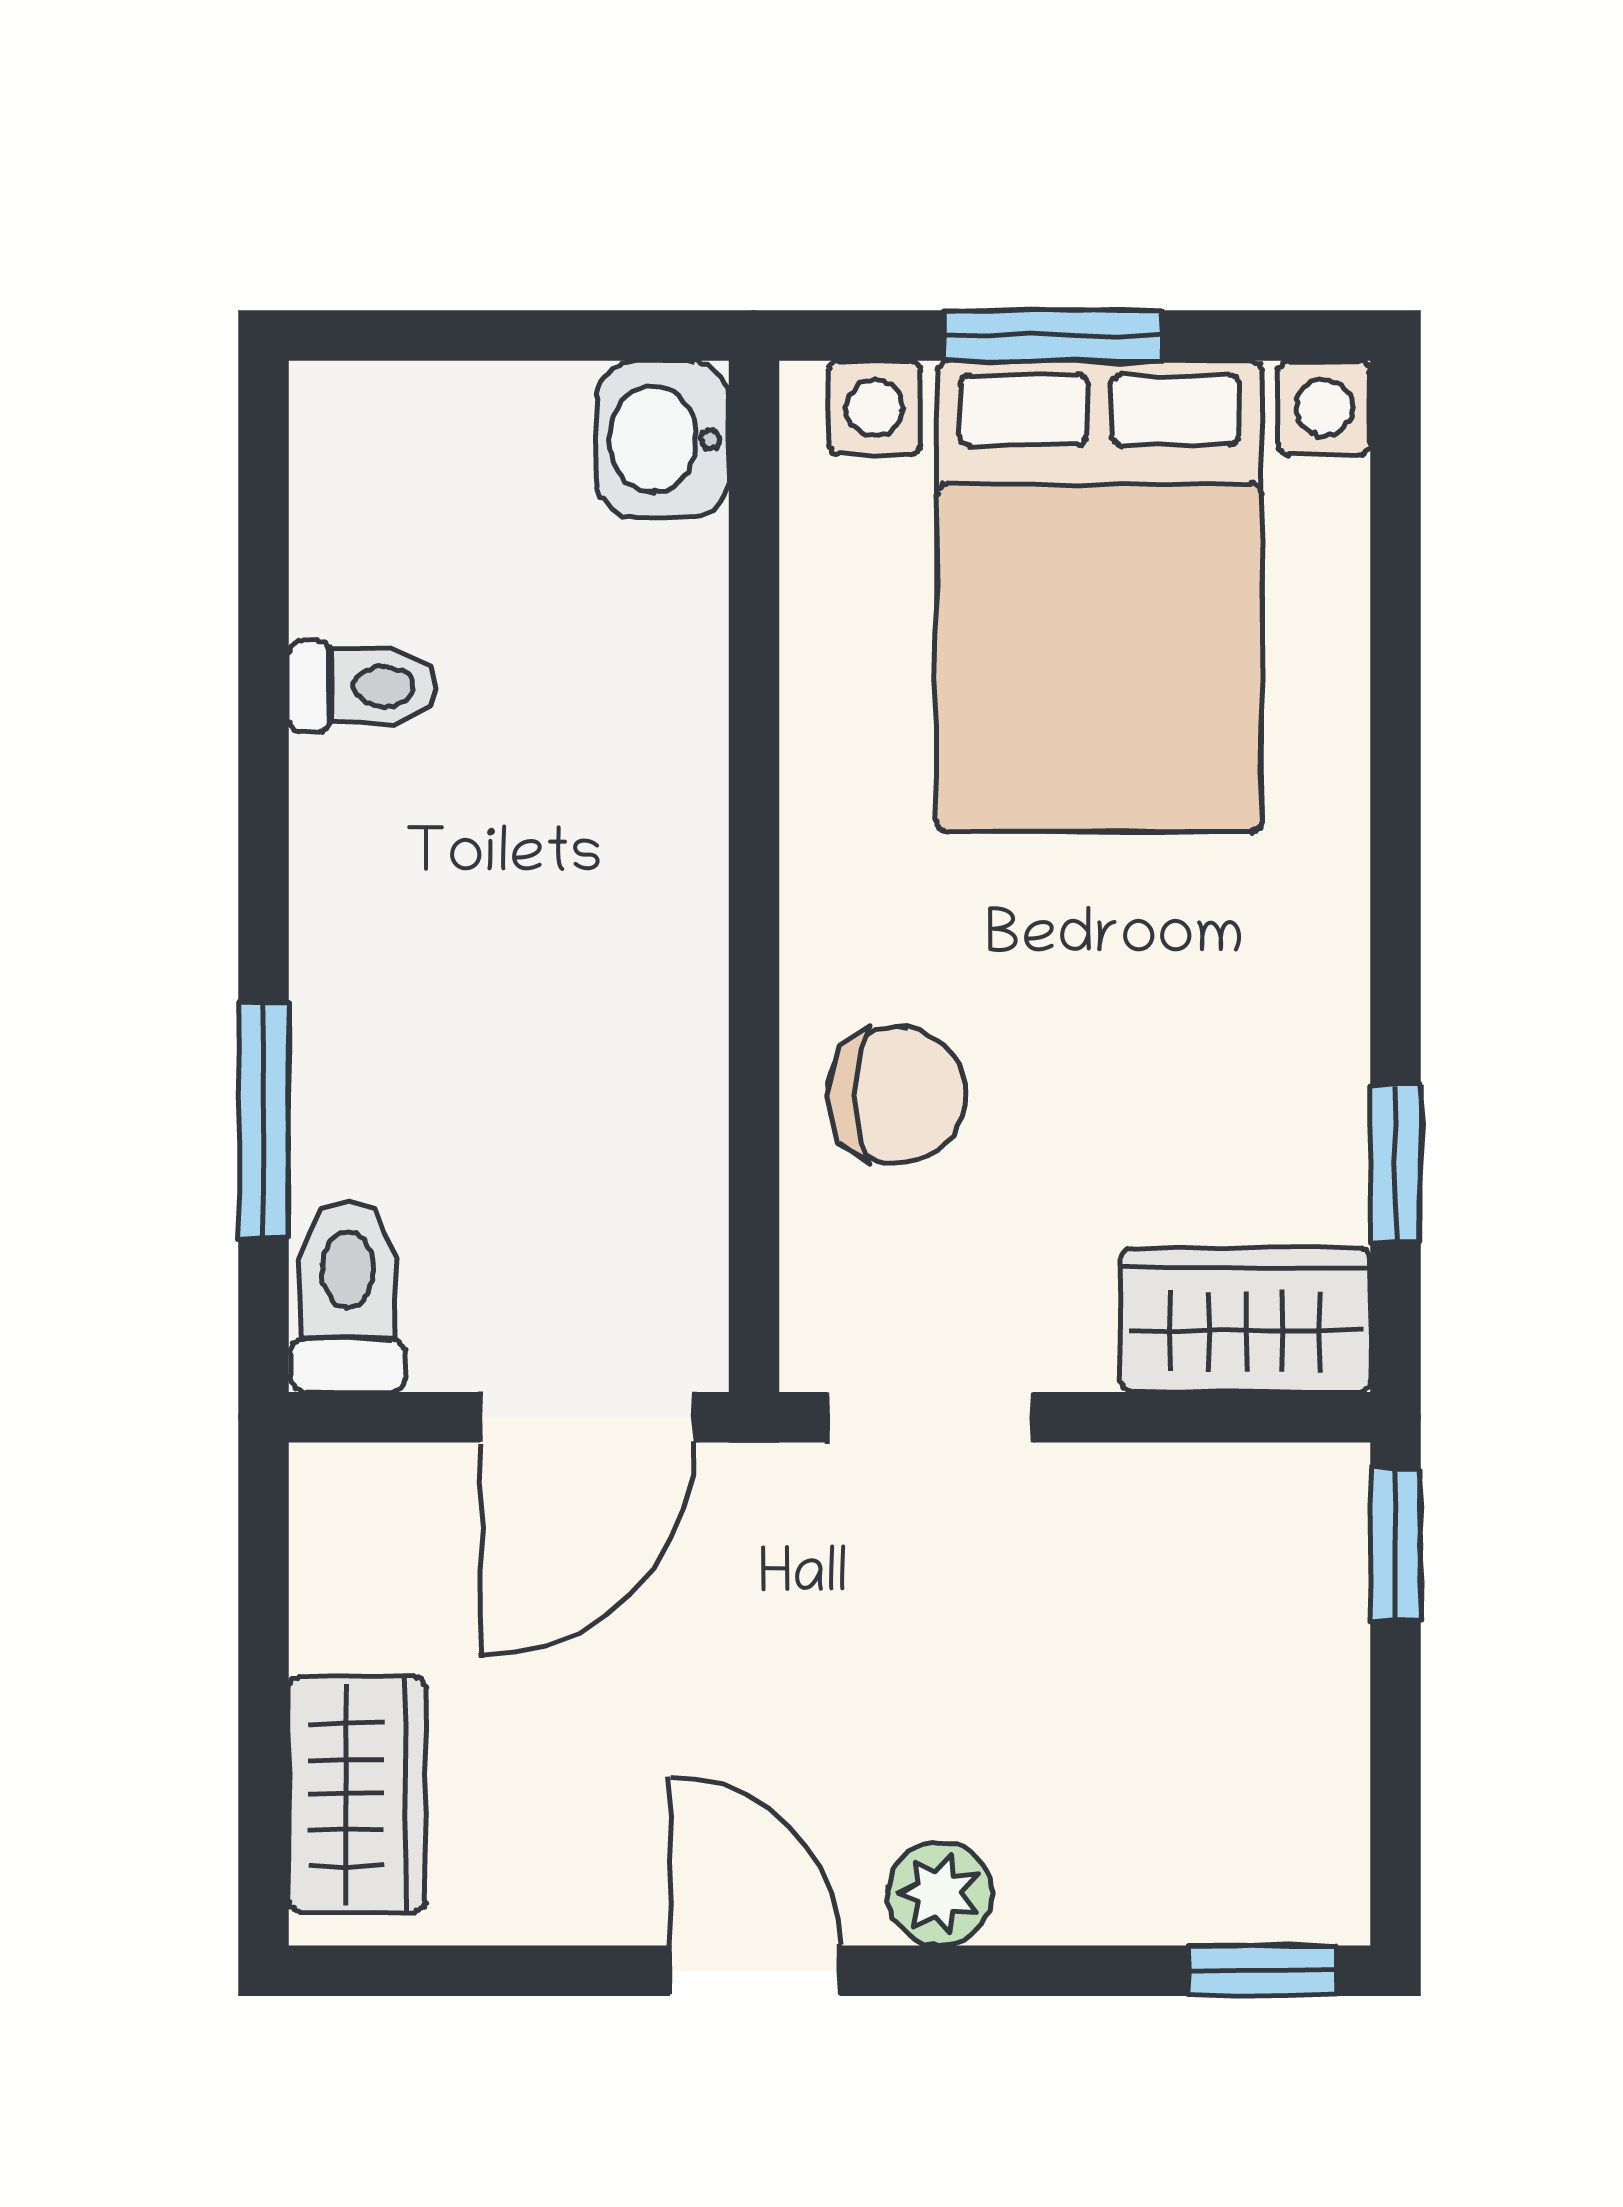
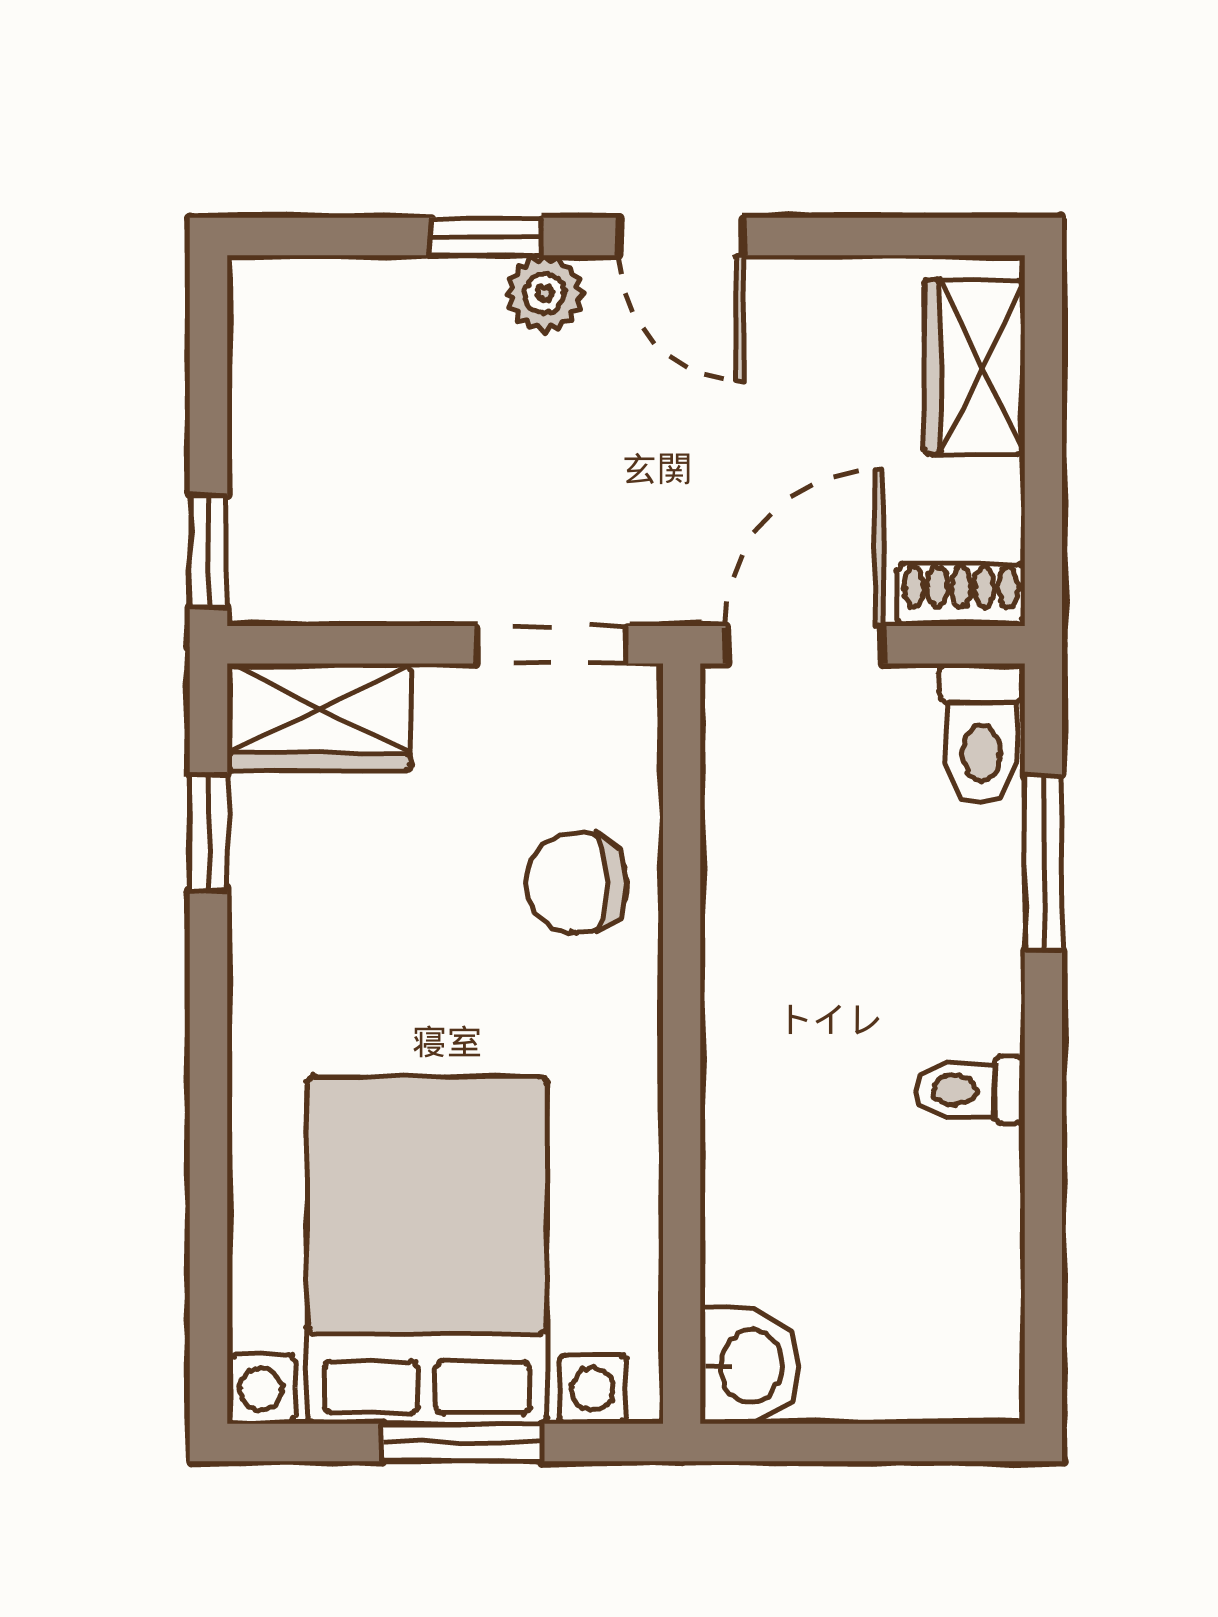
toilet: (363, 686) -> (970, 1090), moved
shoe rack: (375, 1485) -> (961, 595), added
window: (1263, 1971) -> (486, 237), moved

